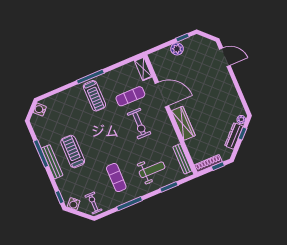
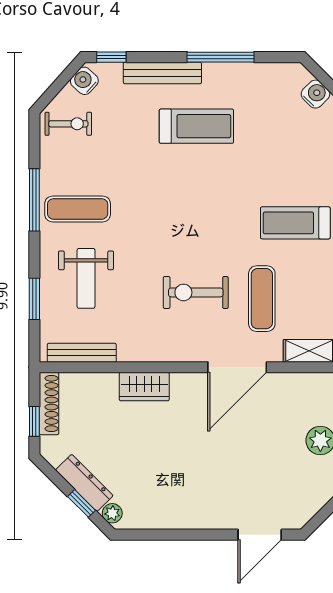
wardrobe: (183, 123) -> (144, 387), width x0.67
bench: (52, 162) -> (162, 73), moved
exercise mat: (116, 178) -> (78, 209), moved

